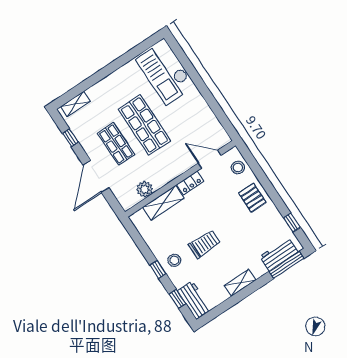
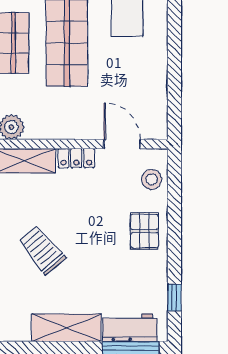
trolley: (205, 244) -> (42, 250), turned -130
shelving: (240, 283) -> (66, 328), width x1.50, depth x1.33

